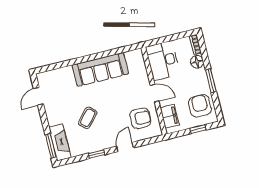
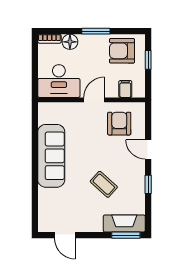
filing cabinet: (170, 116) -> (125, 89), width x0.50

